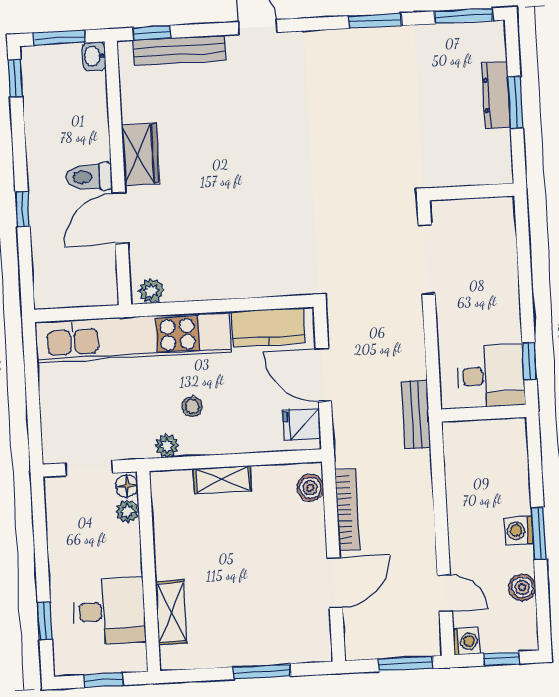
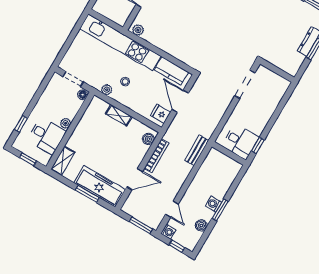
bench: (416, 414) -> (197, 150), moved
plant: (127, 511) -> (66, 123), moved
shelving: (171, 612) -> (63, 161), moved
freezer: (276, 641) -> (100, 186), added

